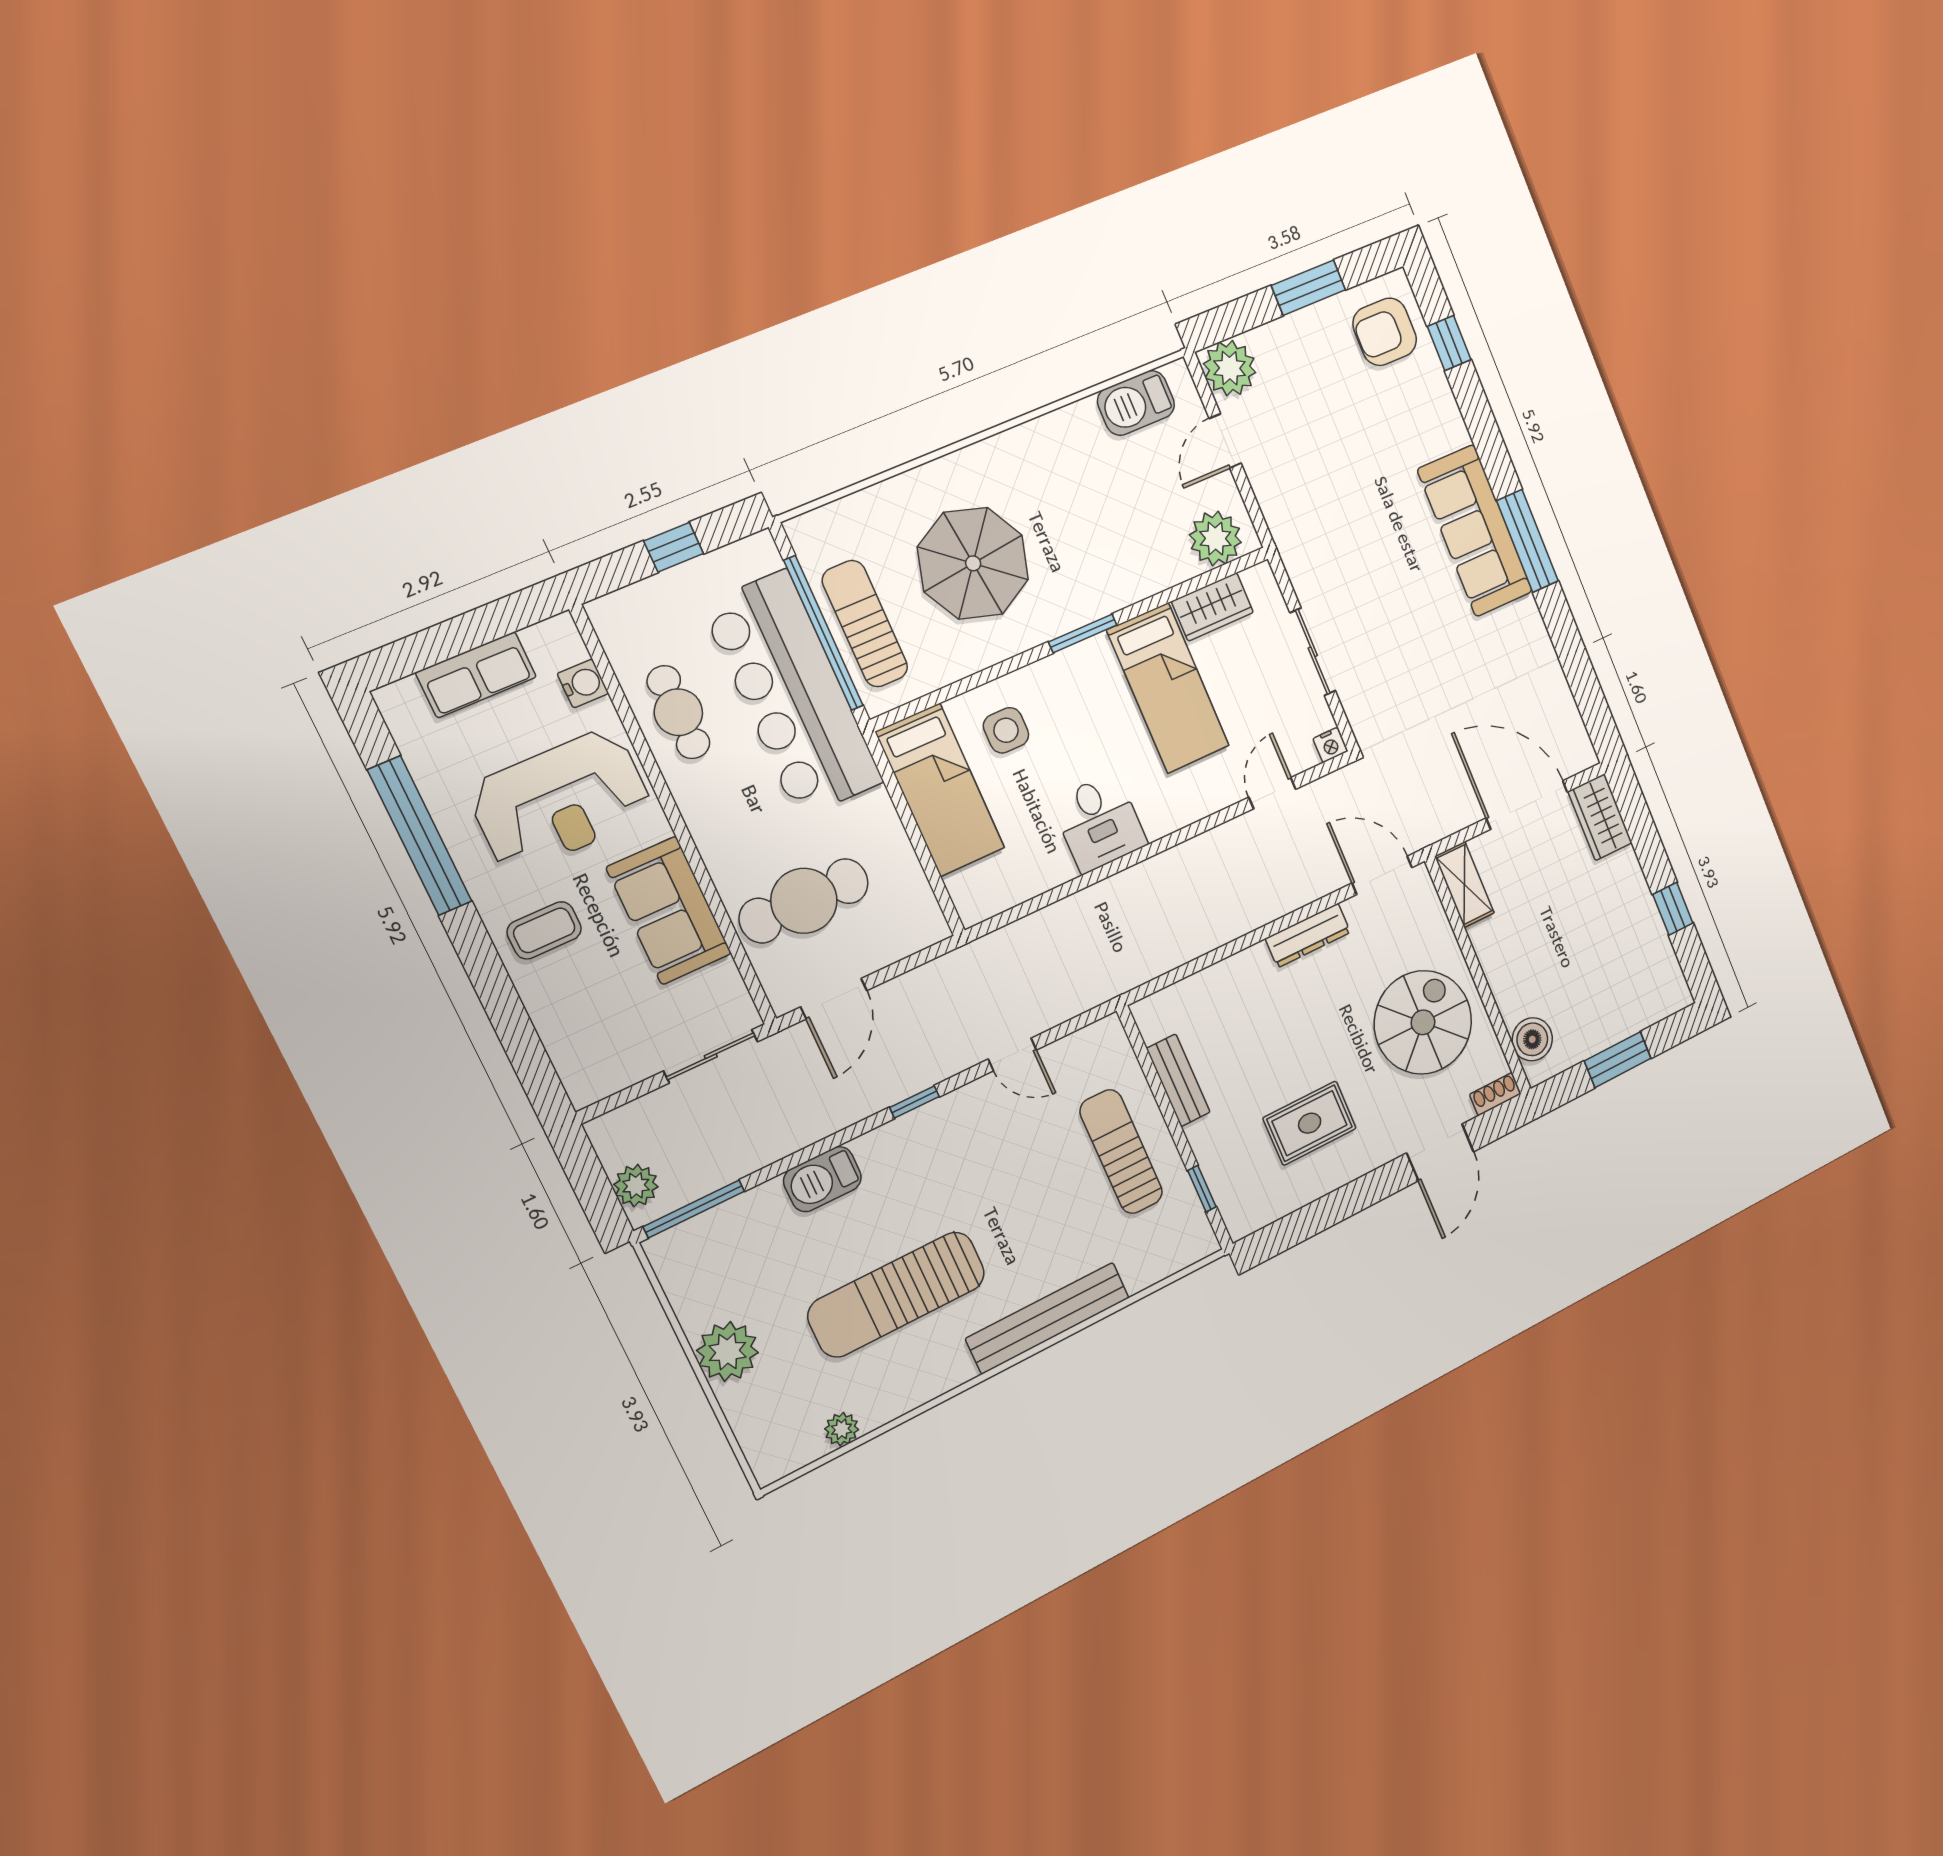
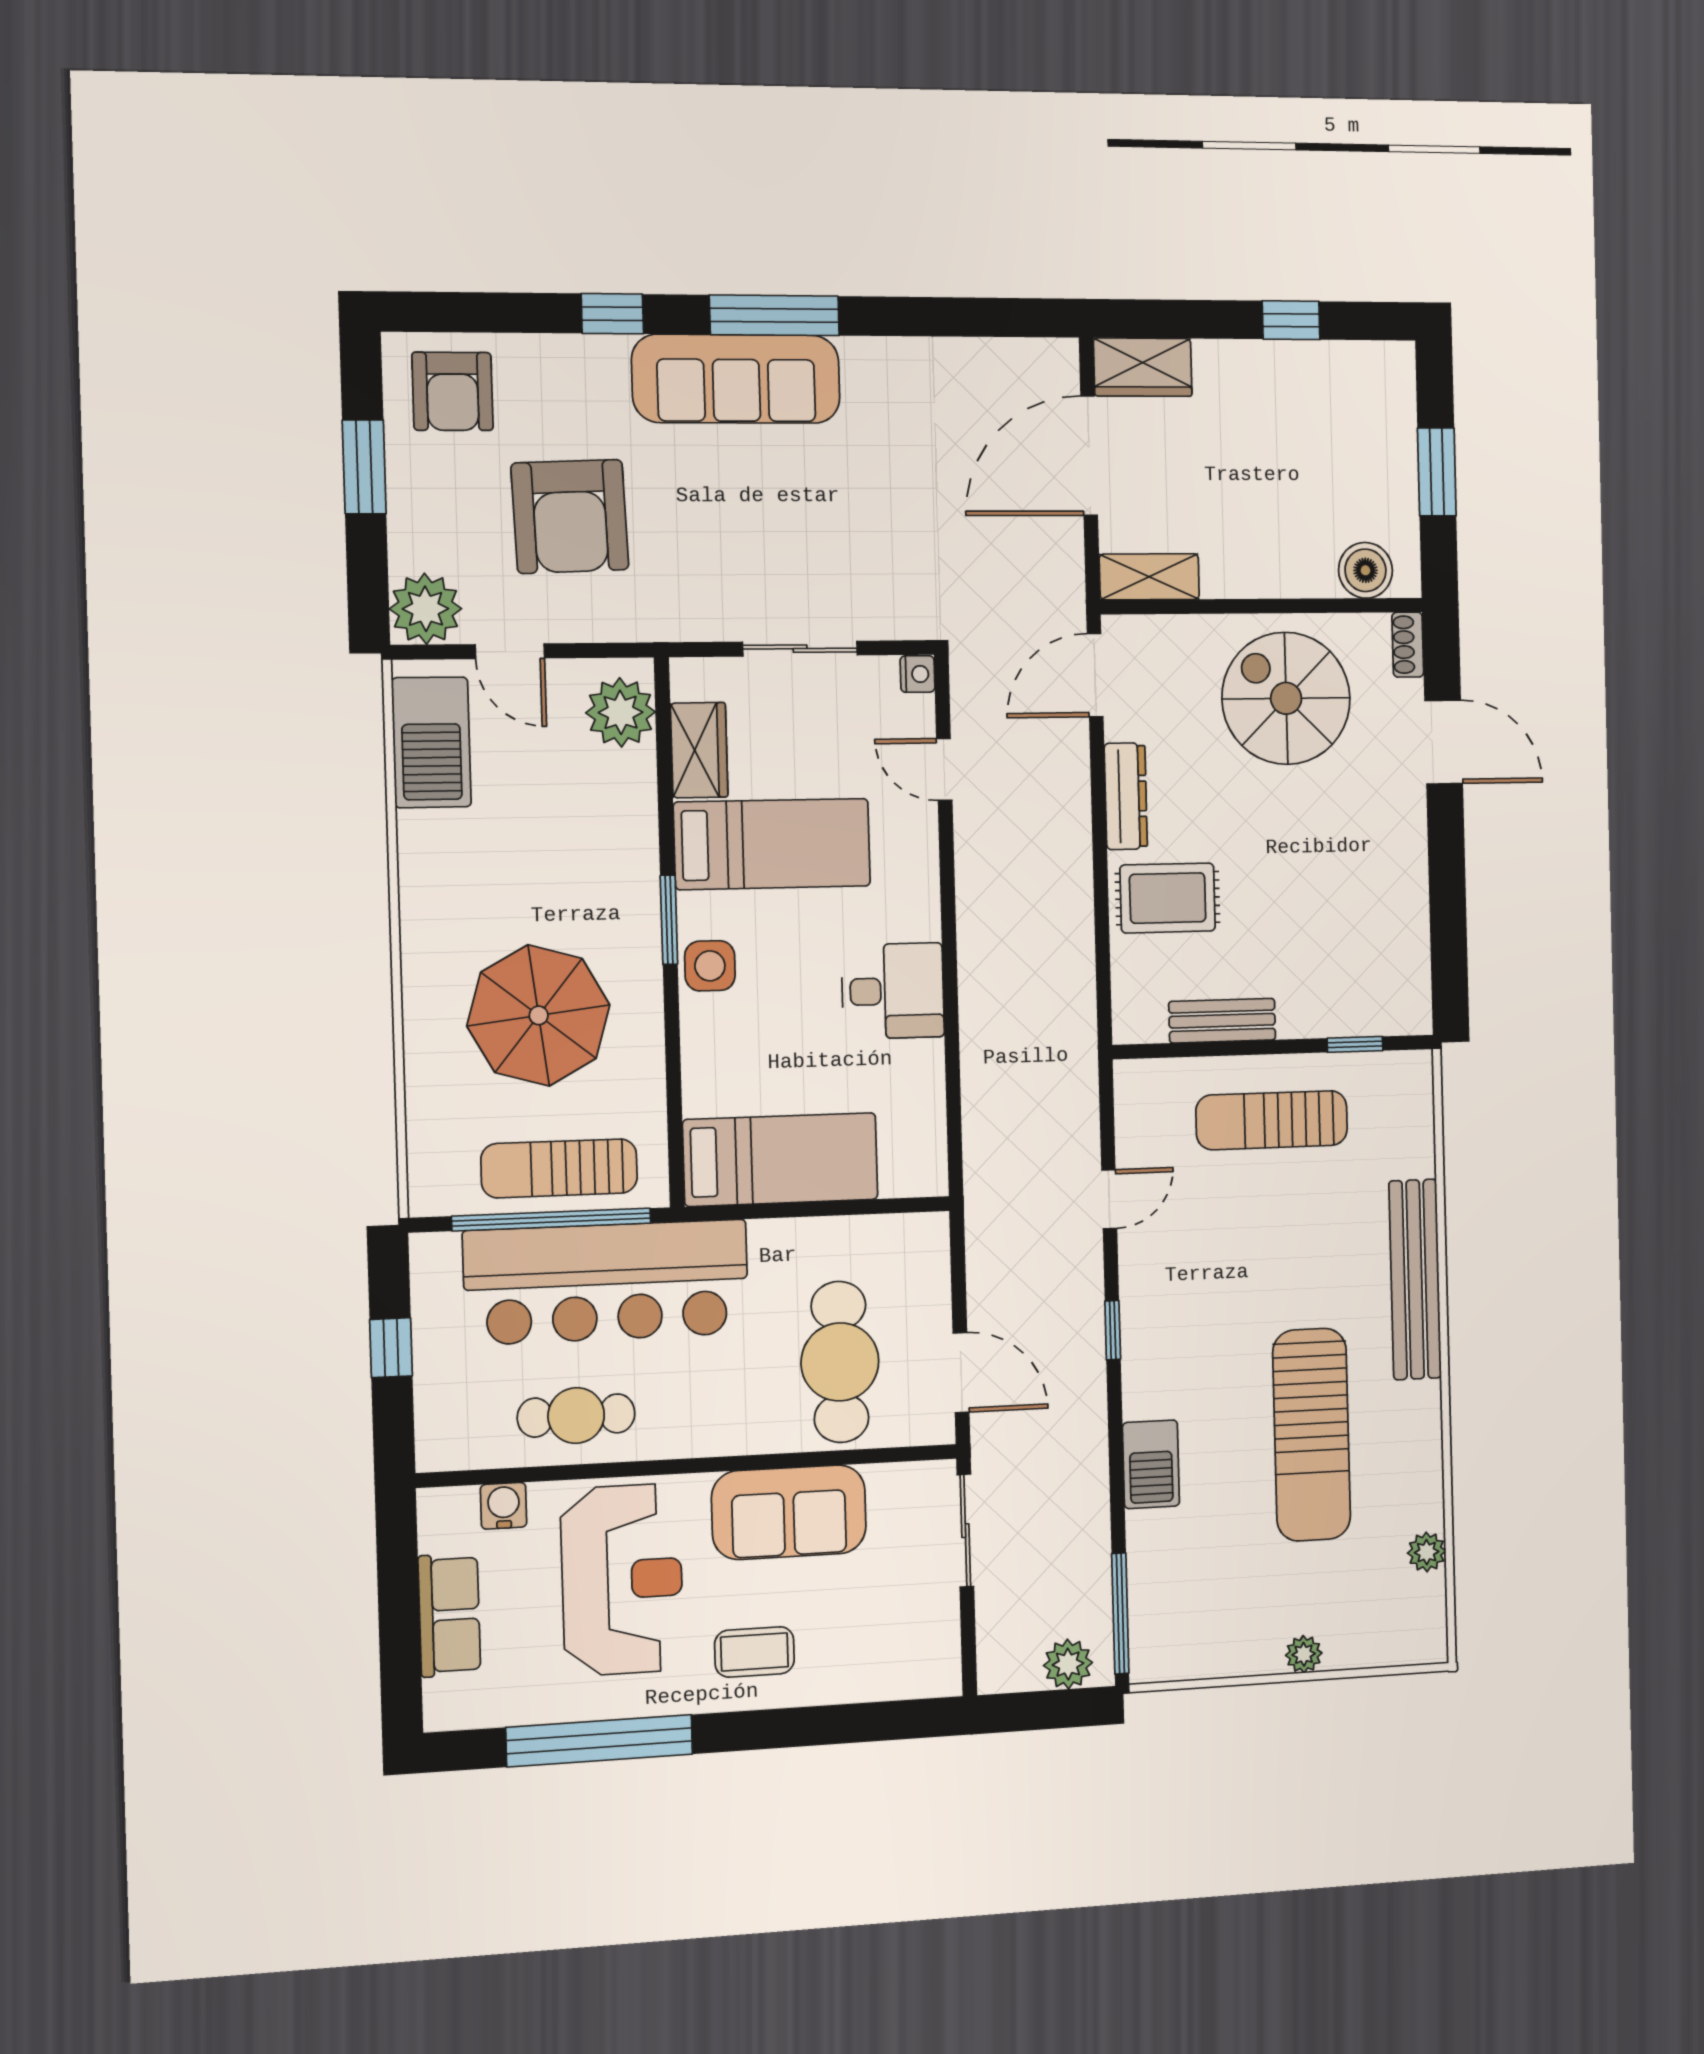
window: (1449, 343) -> (612, 314), moved
barbecue: (1136, 403) -> (431, 742), width x1.37, depth x1.21
armchair: (1335, 448) -> (570, 516), added
side table: (1006, 730) -> (710, 966), moved
coffee table: (544, 930) -> (754, 1652), turned 90
rug: (1310, 1123) -> (1168, 898), moved, turned 90
plant: (728, 1352) -> (1304, 1654), width x0.53, depth x0.53

